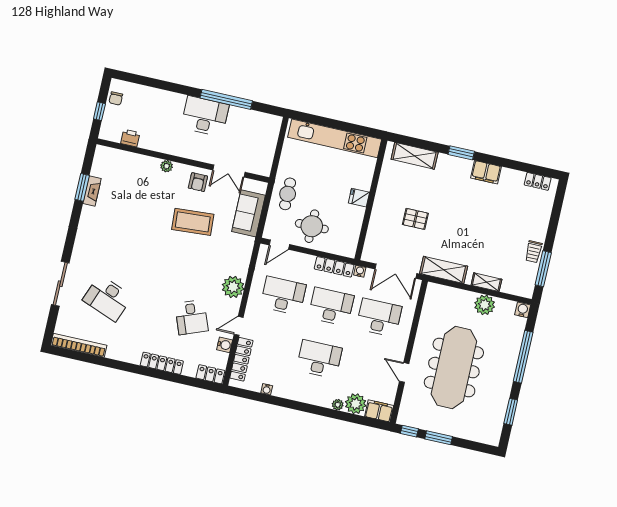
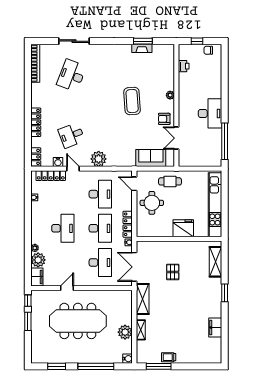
window: (226, 99) -> (225, 141), moved
filing cabinet: (486, 172) -> (215, 327), moved
locker: (538, 181) -> (217, 349), removed
fridge: (359, 198) -> (183, 228), width x1.88, depth x1.34
coffee table: (193, 222) -> (132, 101), moved

